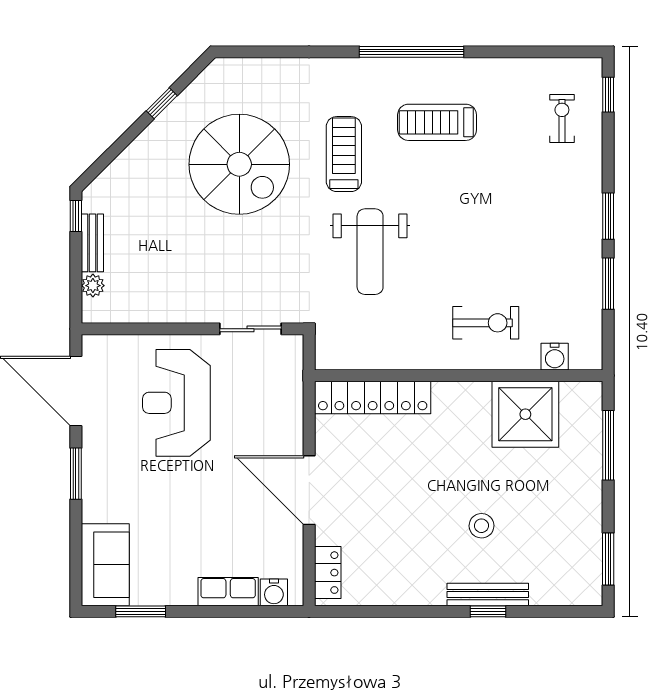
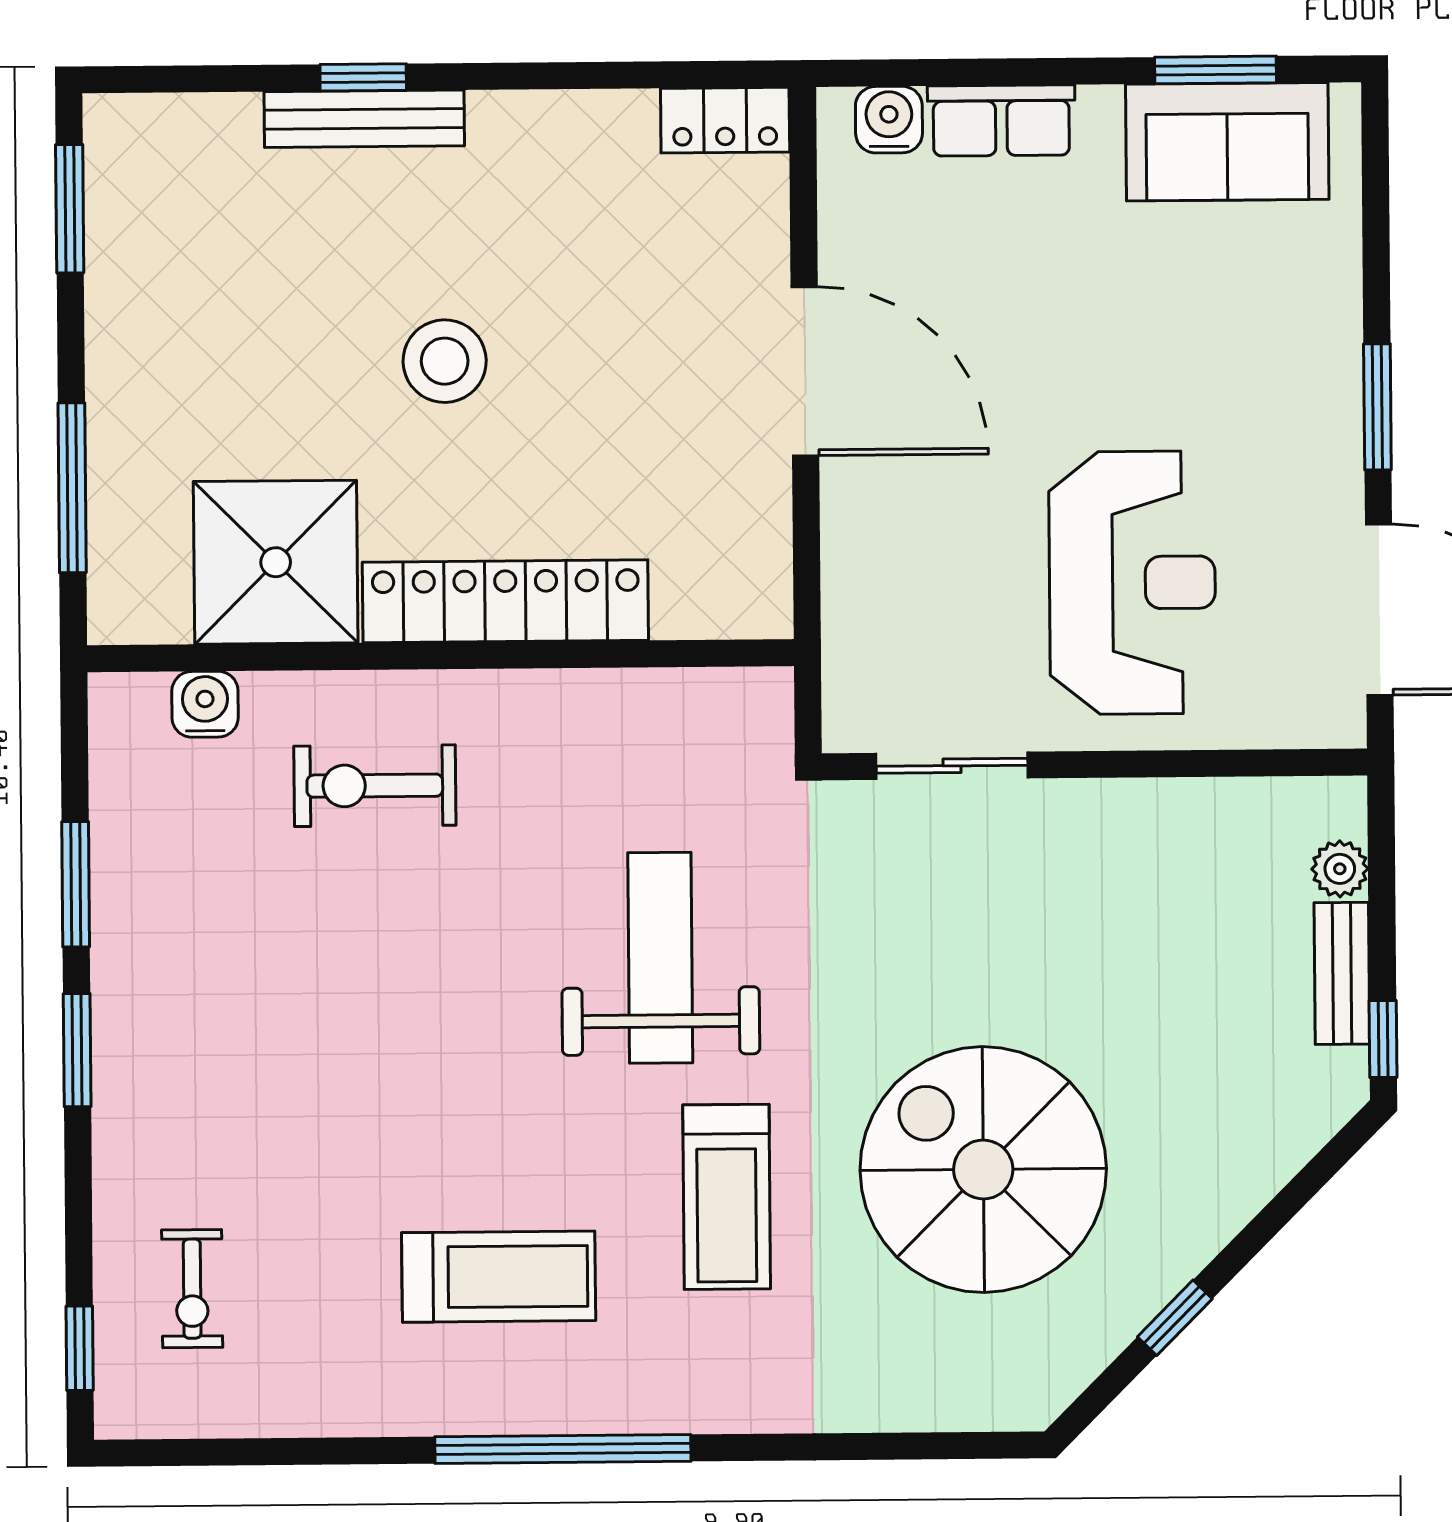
locker: (373, 397) -> (505, 601), moved
stool: (481, 526) -> (445, 361), moved, width x1.38, depth x1.38
sofa: (105, 565) -> (1227, 142), moved, turned -90
locker: (328, 573) -> (725, 120), moved, turned -90

